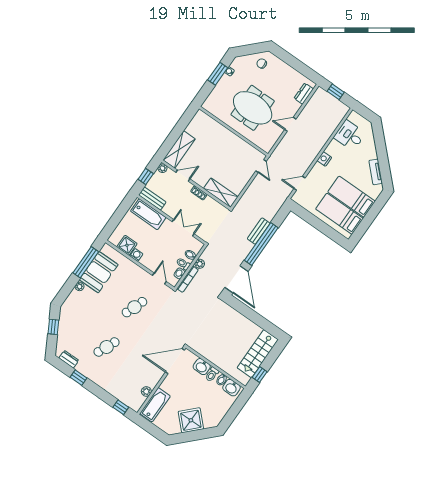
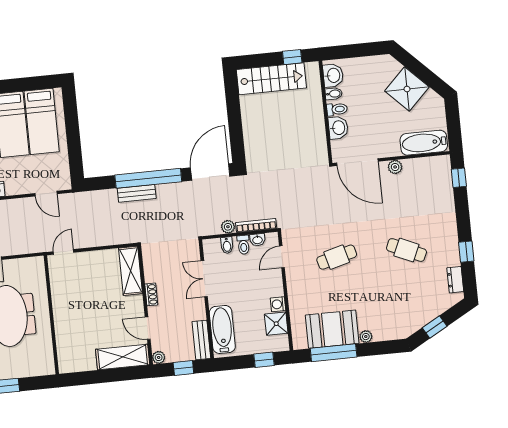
window: (113, 222) -> (264, 360), added
cafe table: (134, 307) -> (337, 257), turned -36
plant: (146, 391) -> (395, 167), moved

